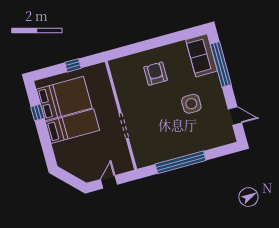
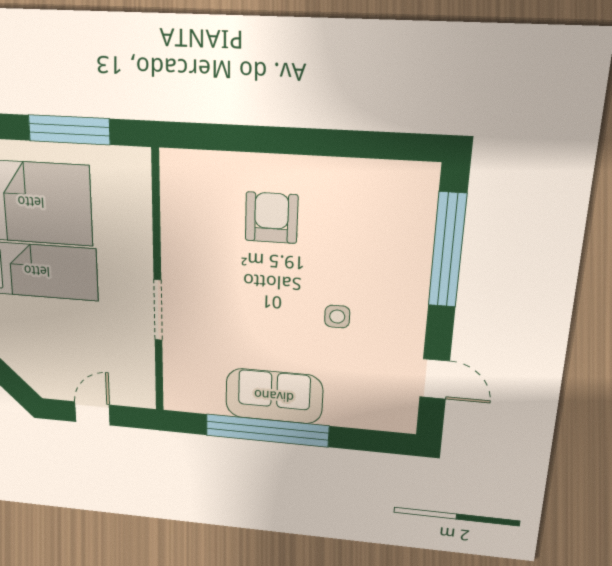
sofa: (201, 55) -> (274, 396), moved, turned 90
window: (73, 65) -> (69, 130), width x2.17
side table: (191, 104) -> (337, 317), width x0.54, depth x0.54

